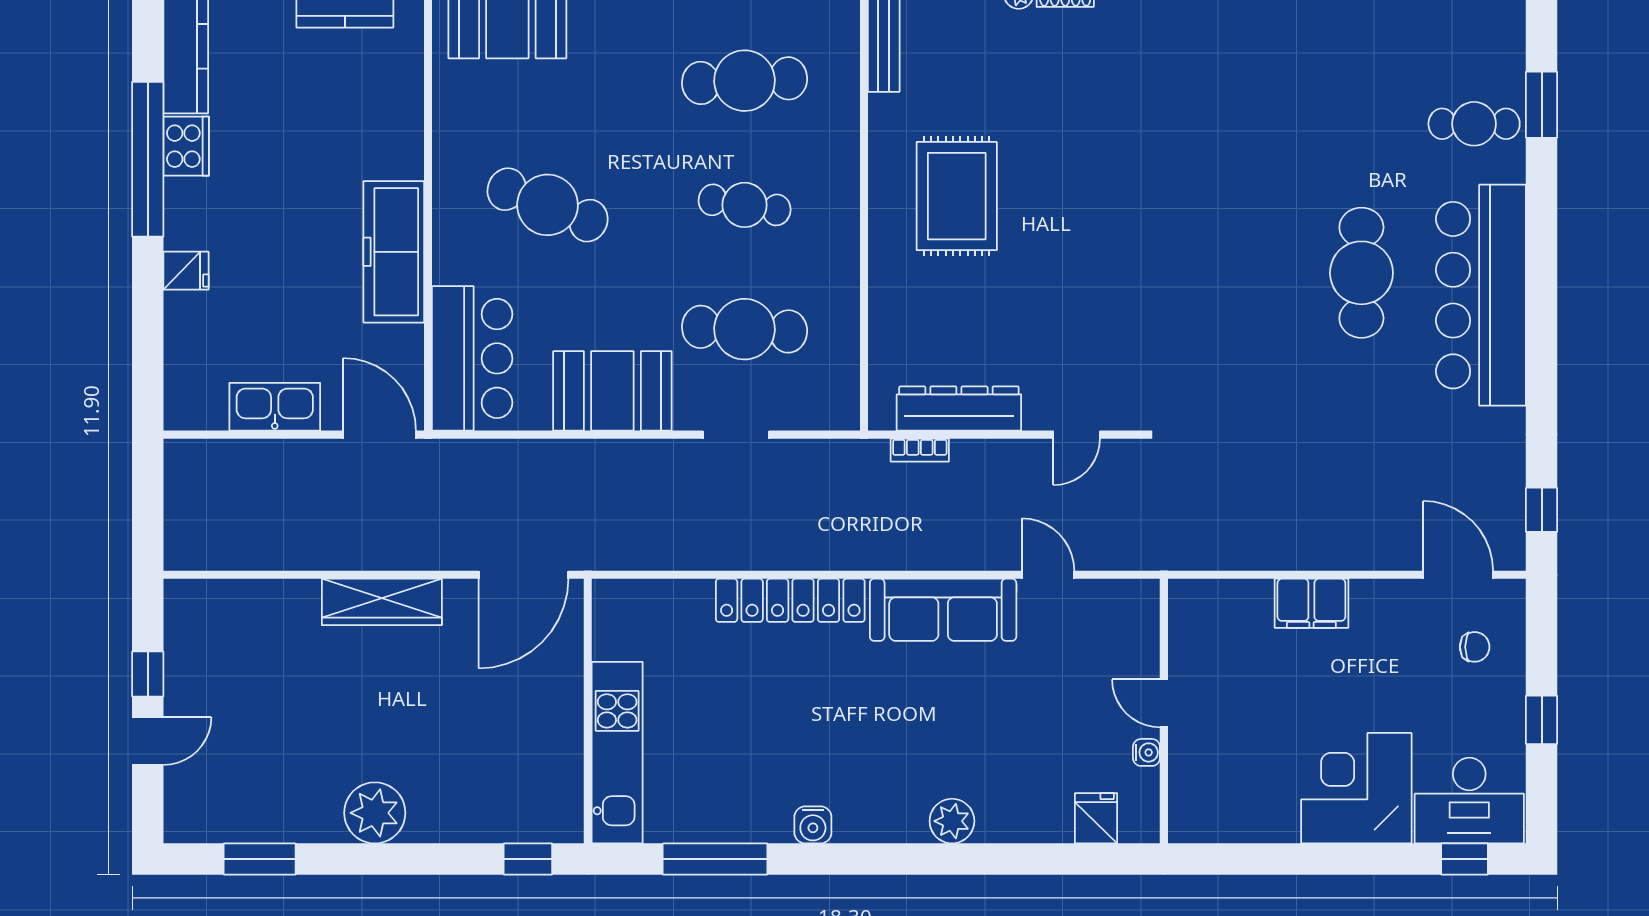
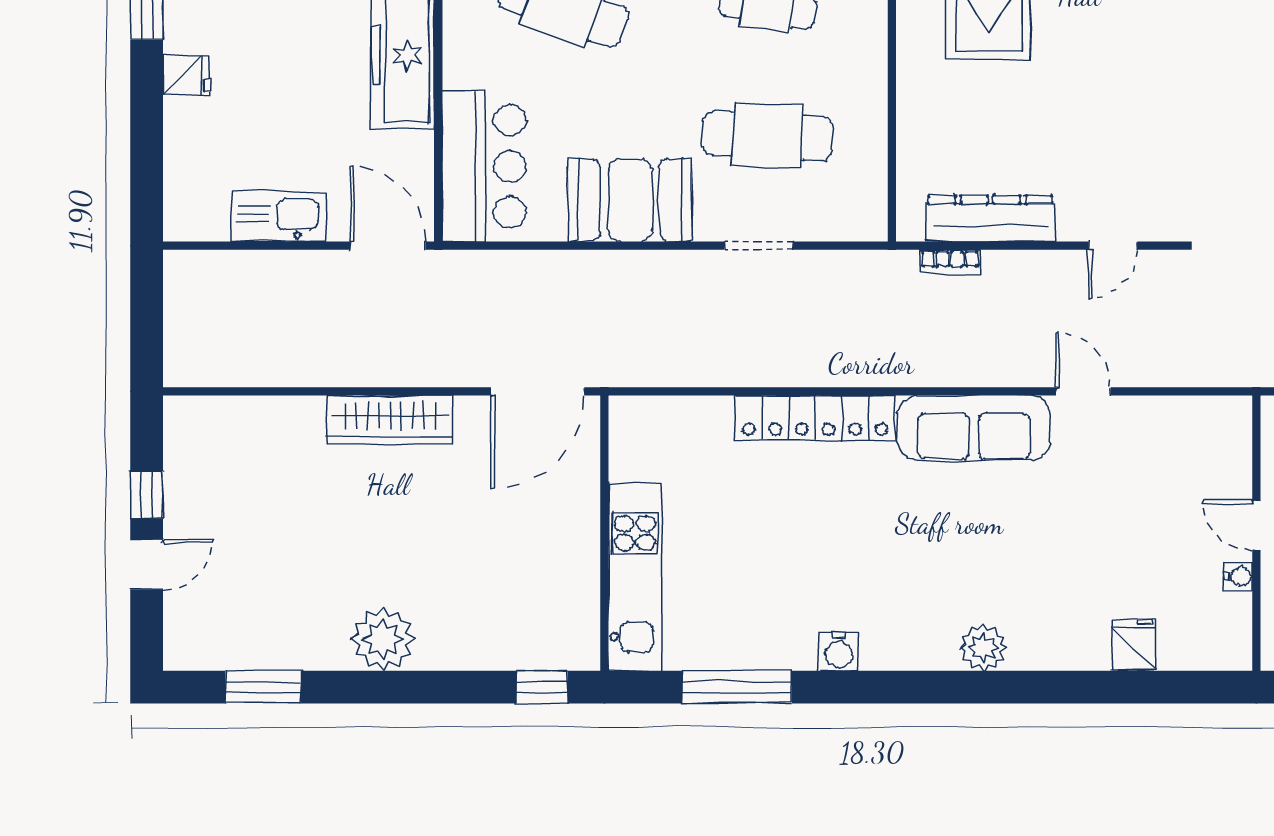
door: (1164, 703) -> (1256, 525), moved
wall: (1164, 711) -> (1256, 533), moved
water cooler: (1146, 752) -> (1238, 576), moved

